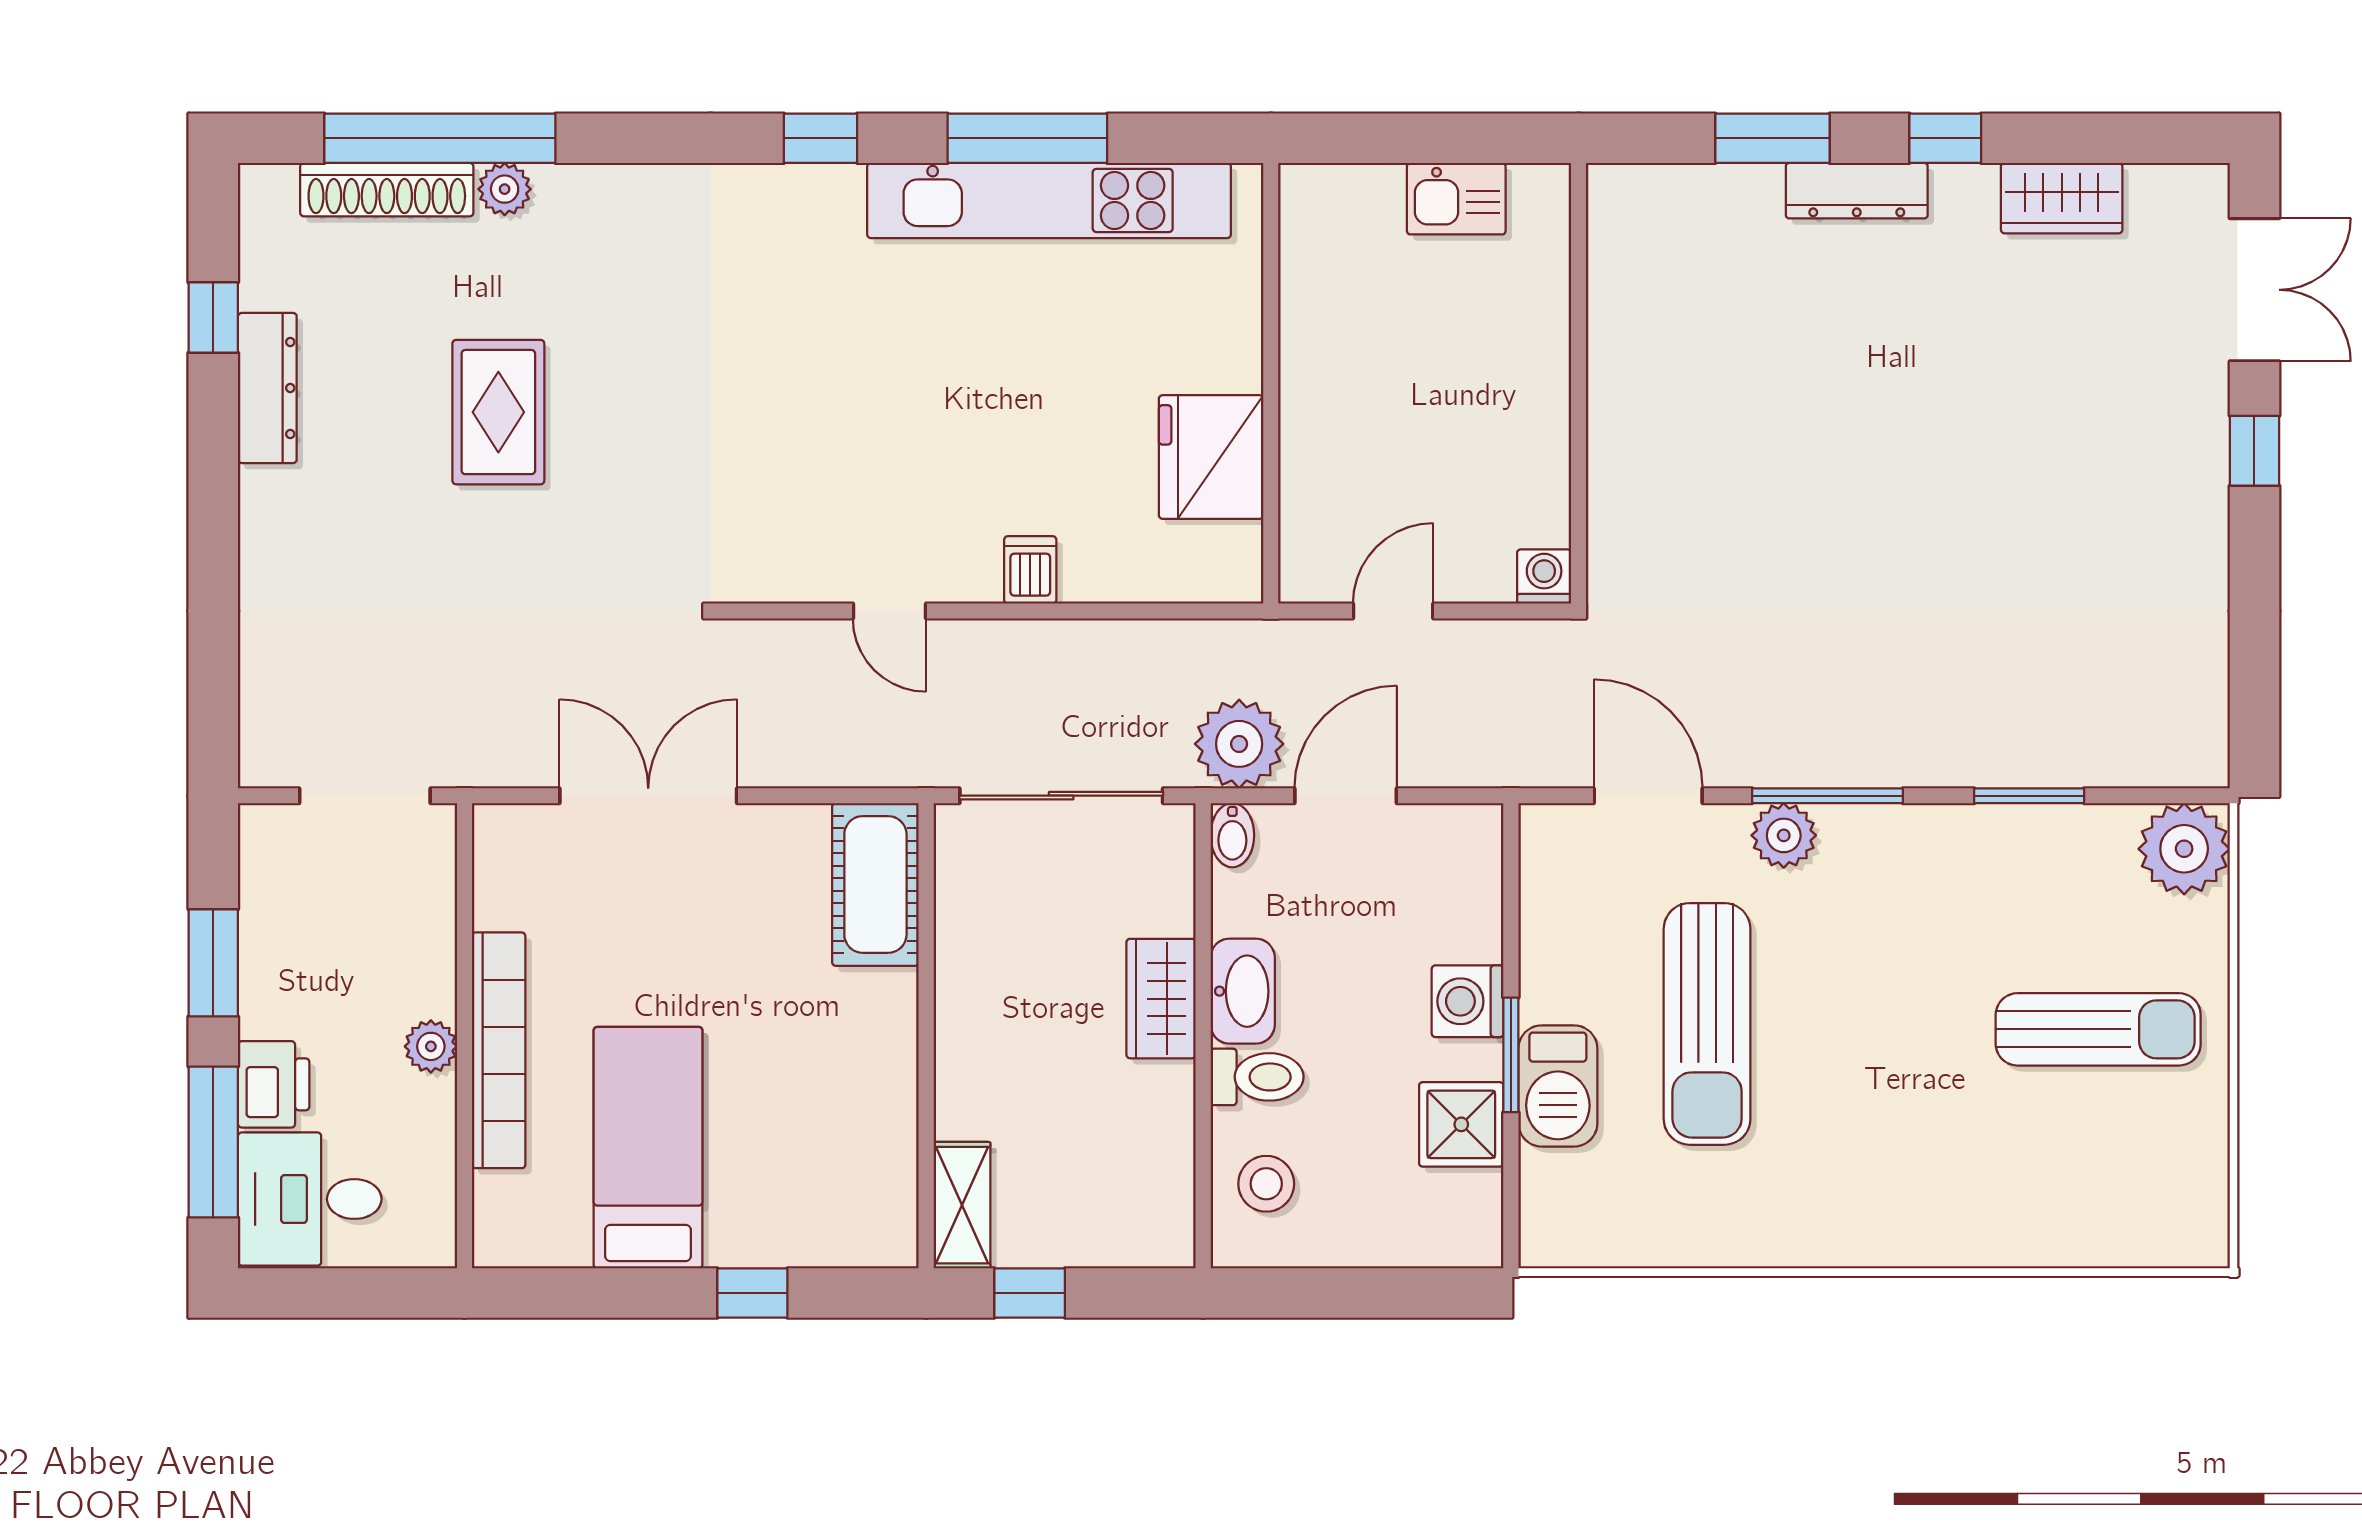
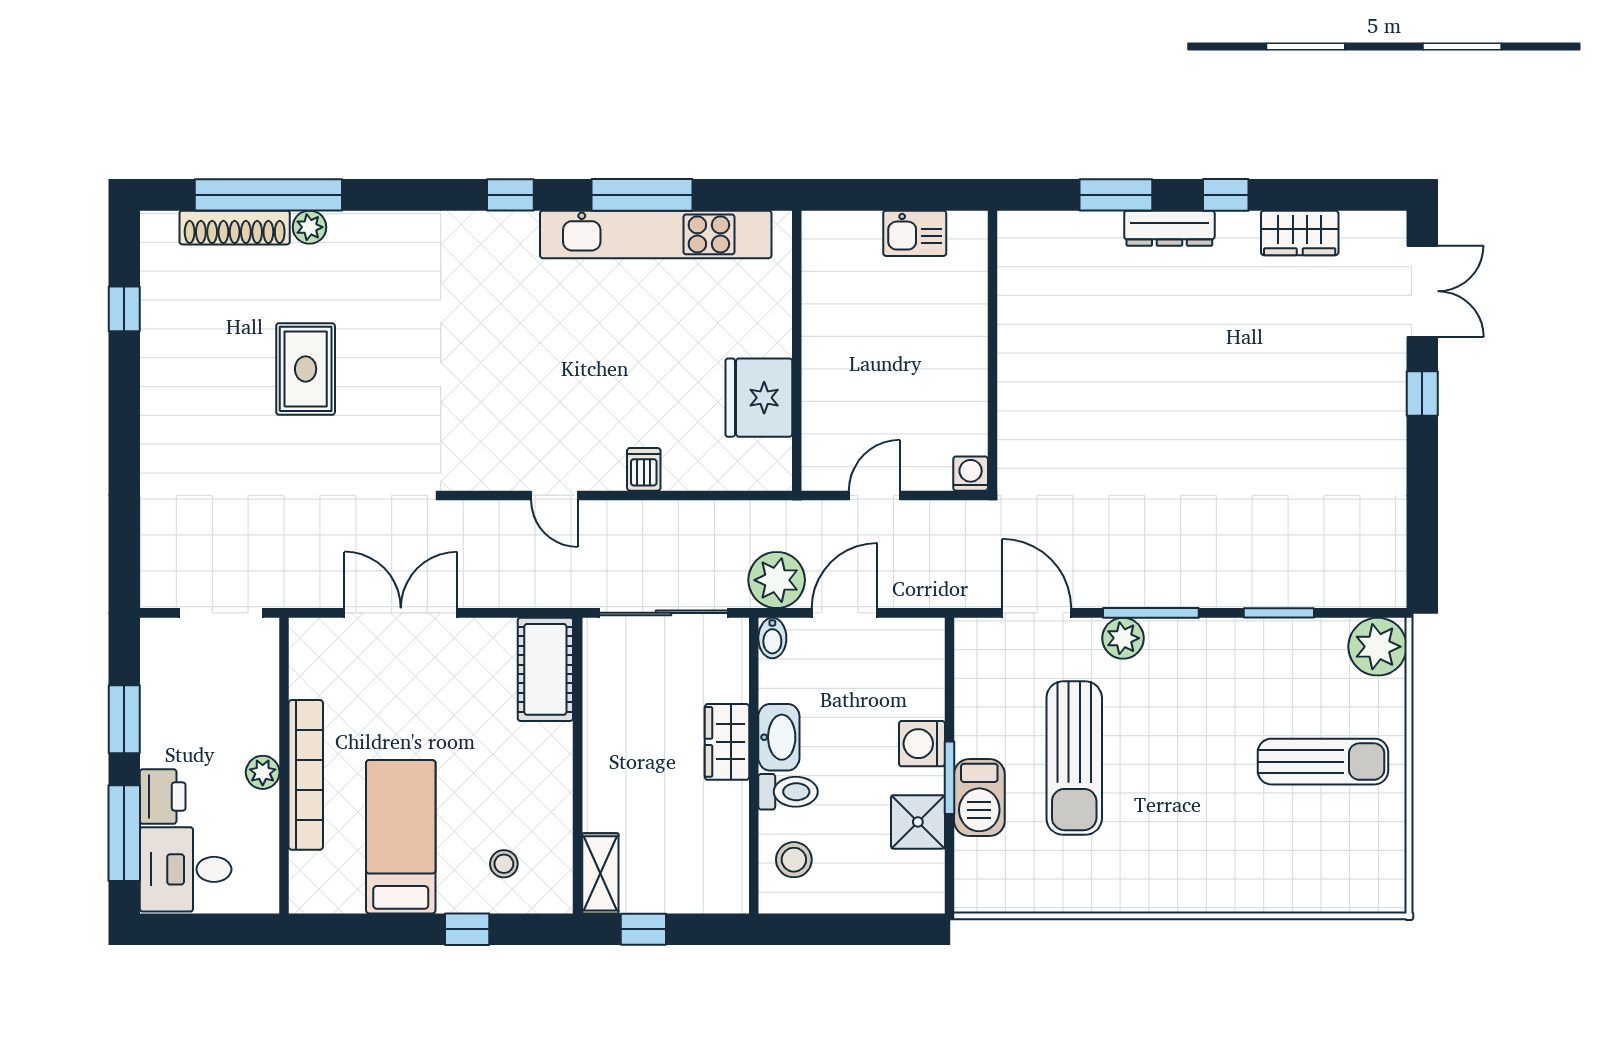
dresser: (267, 388) -> (159, 354), removed
stool: (810, 1190) -> (504, 864), added

